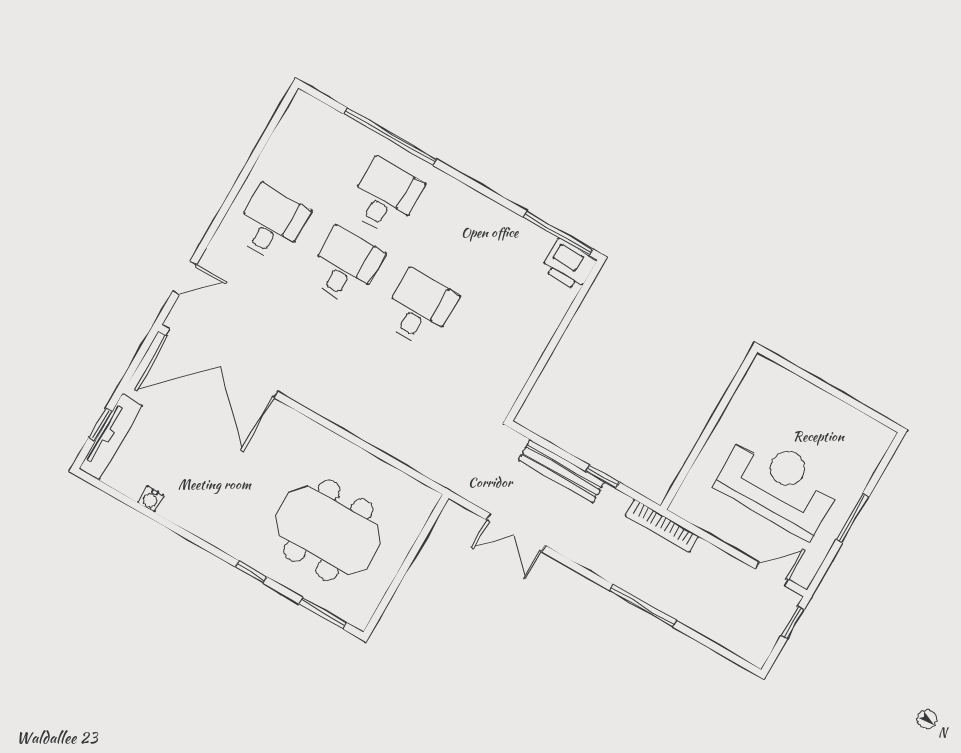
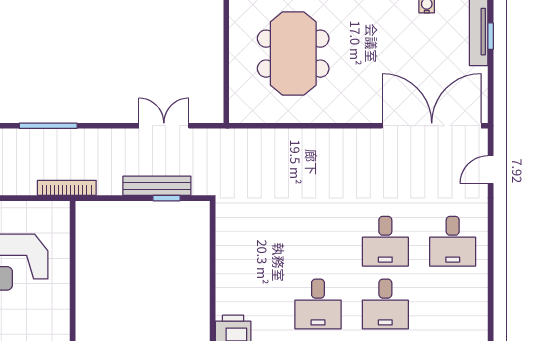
desk: (419, 308) -> (318, 304), moved
window: (603, 477) -> (166, 198), moved
meeting table: (328, 530) -> (293, 54), turned 90

